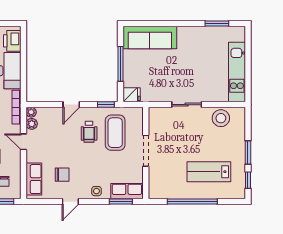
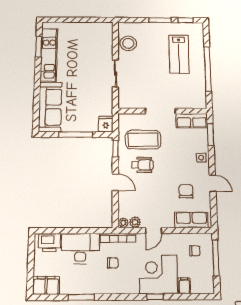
kitchen unit: (237, 72) -> (49, 55), moved, turned -90
row of seats: (127, 191) -> (192, 121), moved, turned -90

